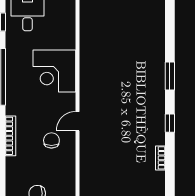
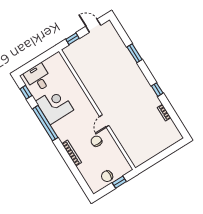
corner desk: (54, 71) -> (55, 106), moved, turned 180
window: (170, 76) -> (135, 53), moved

